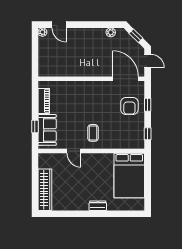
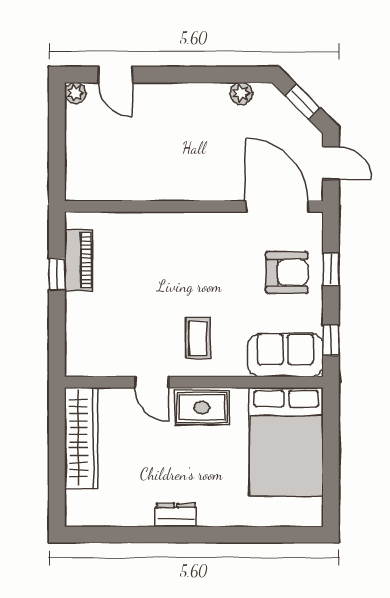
armchair: (129, 106) -> (287, 273), turned -90
window: (35, 126) -> (57, 274), moved
sofa: (47, 130) -> (285, 355), moved, turned -90
rug: (95, 161) -> (202, 408), added
wardrobe: (45, 190) -> (81, 438), moved
dresser: (98, 206) -> (176, 515), moved

